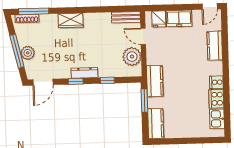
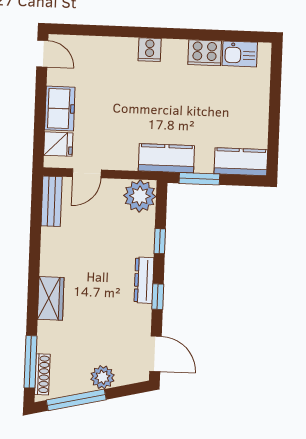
kitchen counter: (215, 46) -> (111, 49), removed
window: (17, 51) -> (76, 400), moved
plant: (132, 57) -> (140, 196), moved
cooker: (216, 82) -> (150, 50), moved

